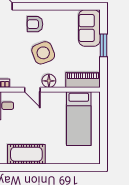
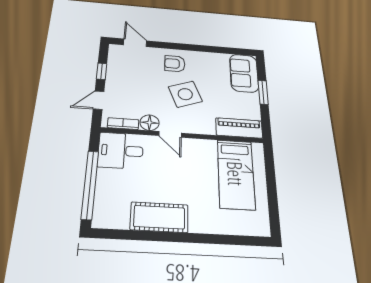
floor lamp: (49, 81) -> (150, 123), moved

